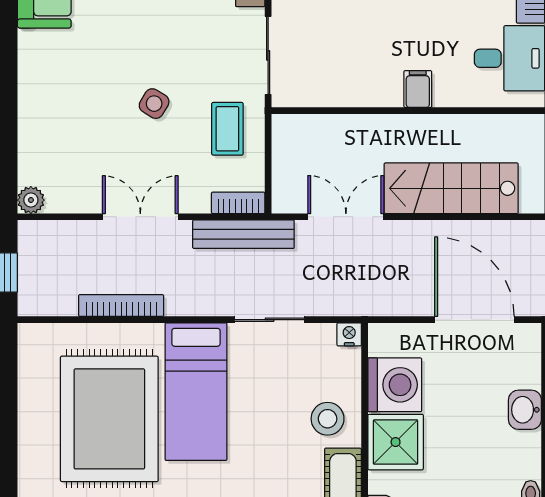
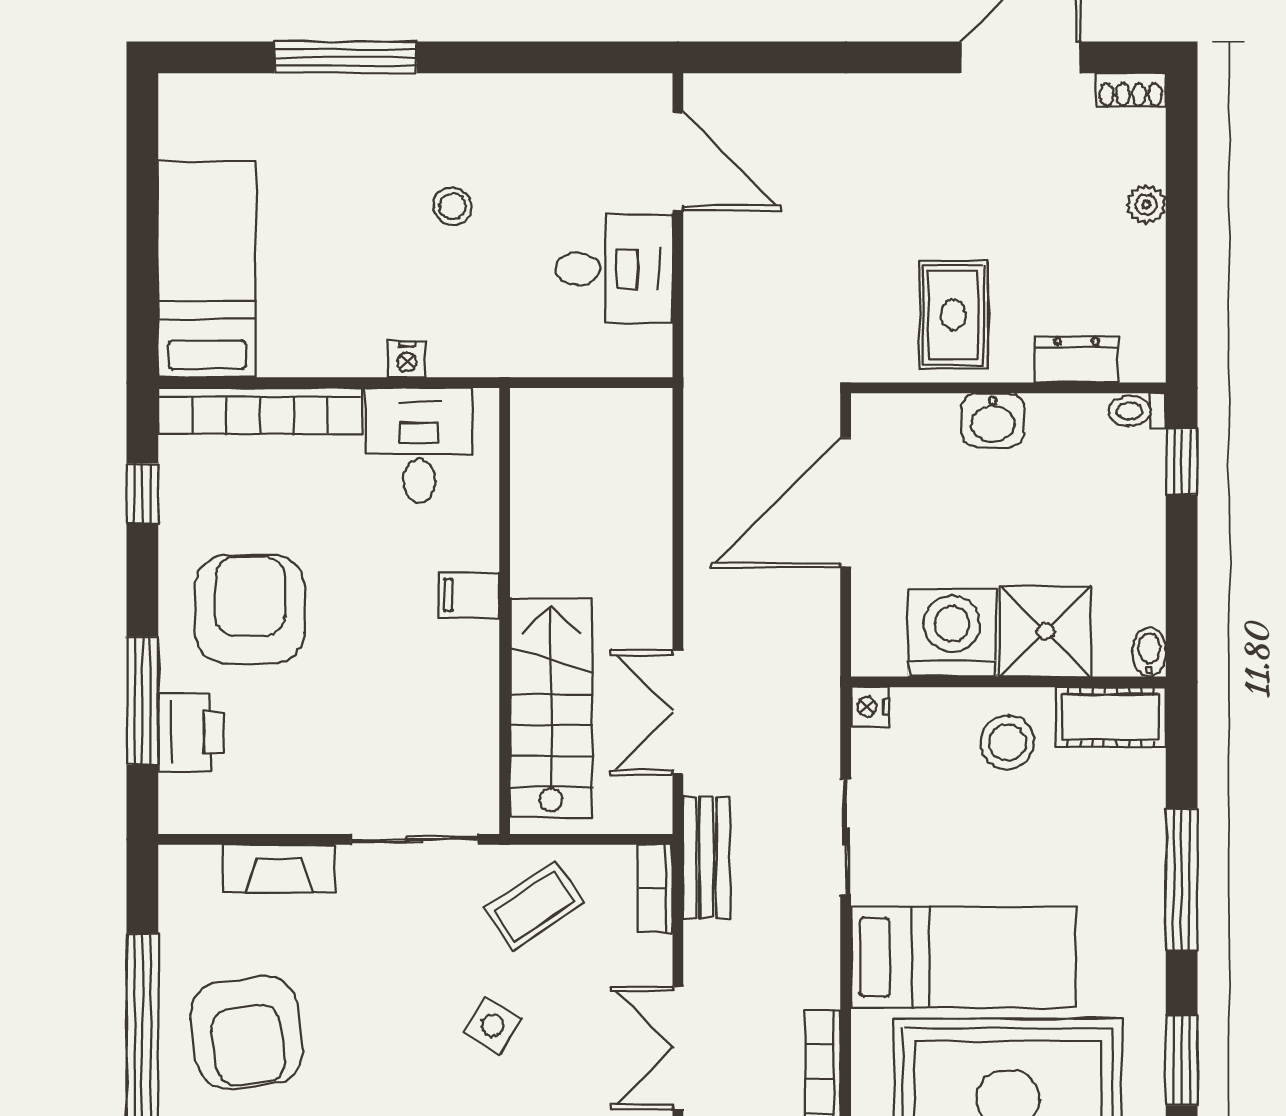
coffee table: (227, 129) -> (534, 906), turned -34
stairs: (451, 188) -> (551, 708), moved, turned 180
bench: (243, 234) -> (706, 857), width x0.73

